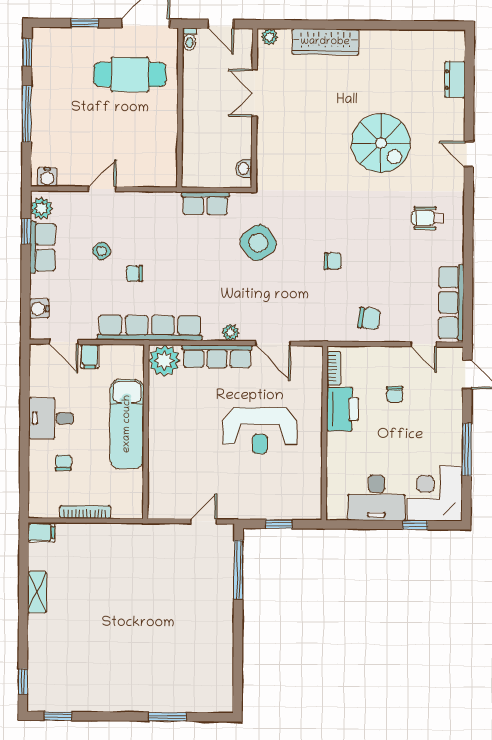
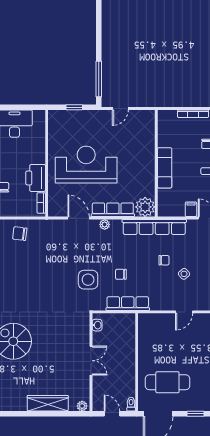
double door: (254, 93) -> (91, 361), moved
row of seats: (205, 203) -> (128, 304), width x1.48
side table: (258, 243) -> (88, 280), turned 37
chair: (333, 261) -> (121, 274), moved
exam couch: (127, 424) -> (165, 168), width x0.73, depth x0.69
reception desk: (260, 430) -> (86, 165), width x1.36, depth x1.30

